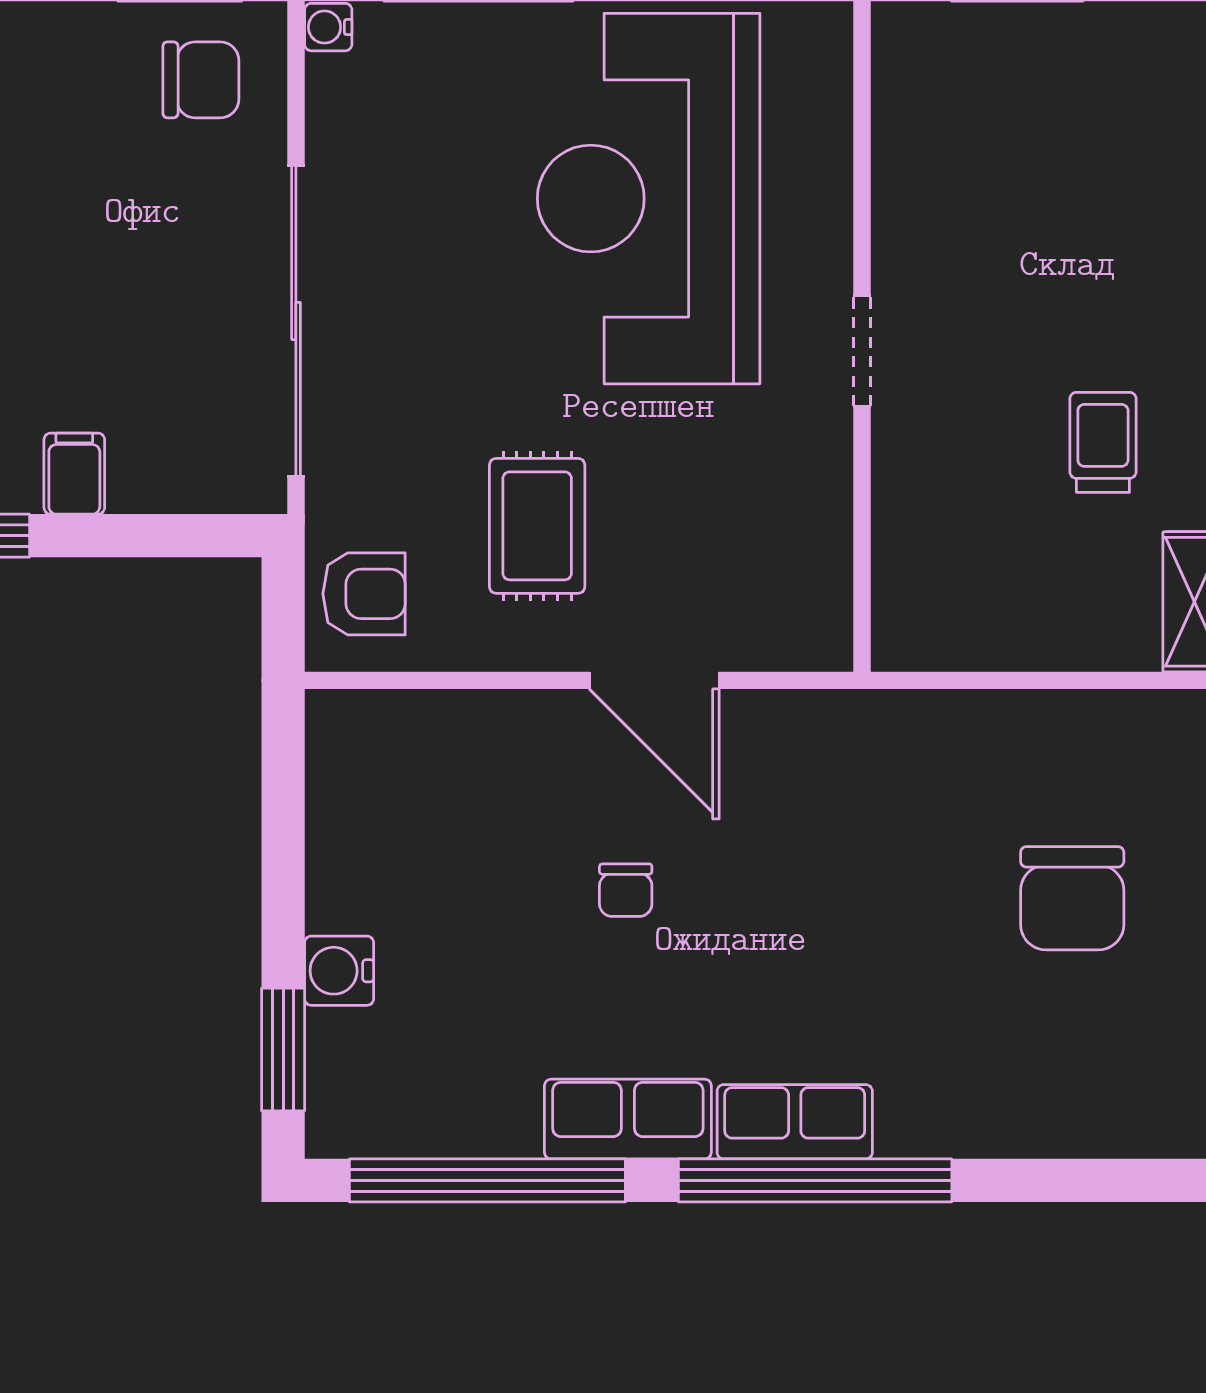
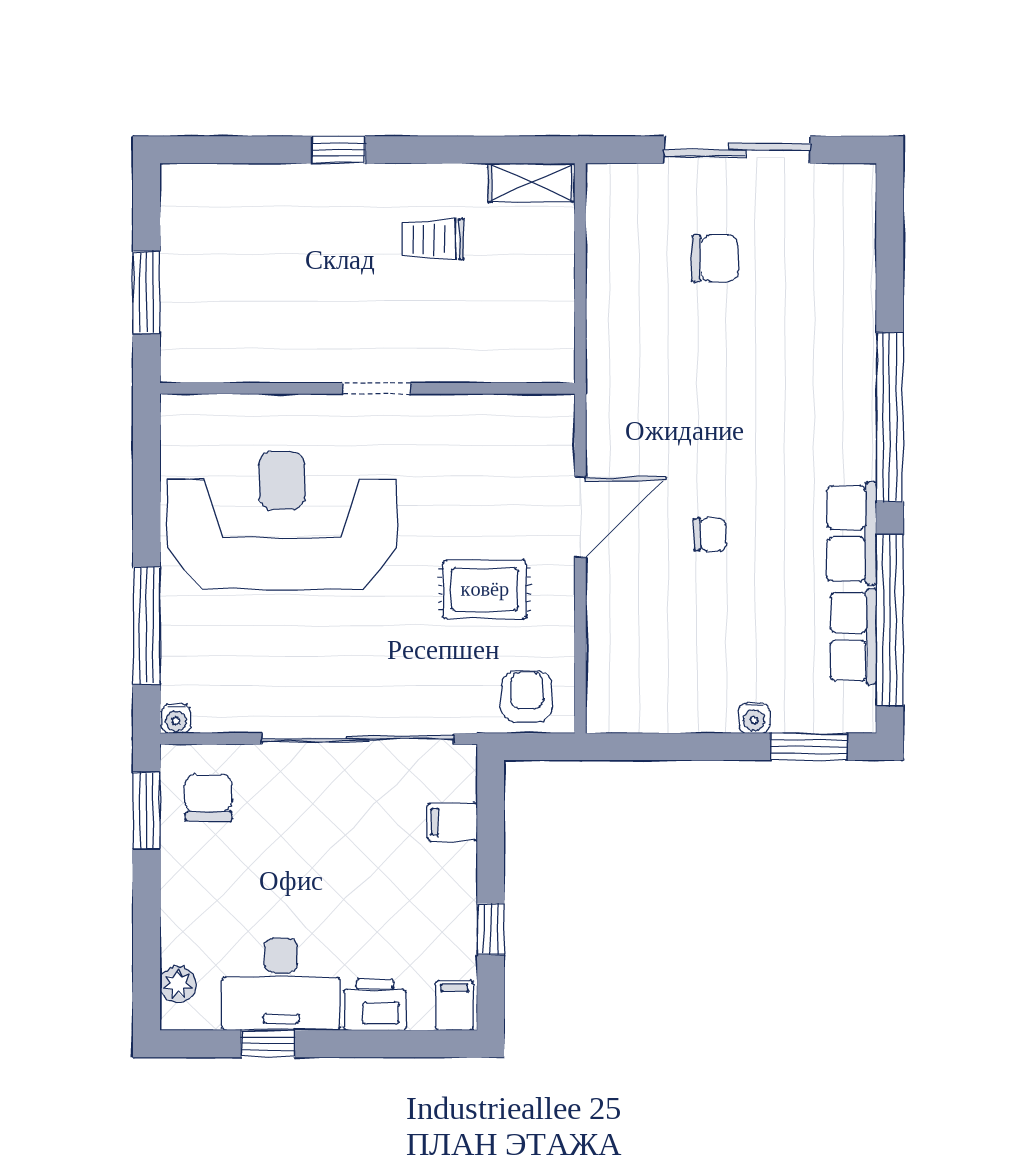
reception desk: (649, 199) -> (282, 520), turned 180
filing cabinet: (74, 474) -> (452, 822), moved
chair: (1072, 898) -> (715, 258), width x0.73, depth x0.73
water cooler: (339, 971) -> (754, 718), width x0.72, depth x0.72
row of seats: (795, 1122) -> (853, 636), moved

